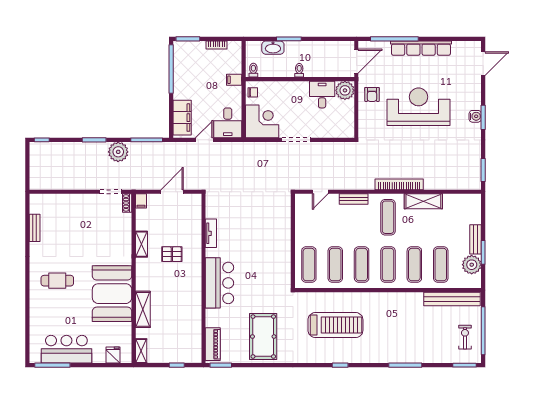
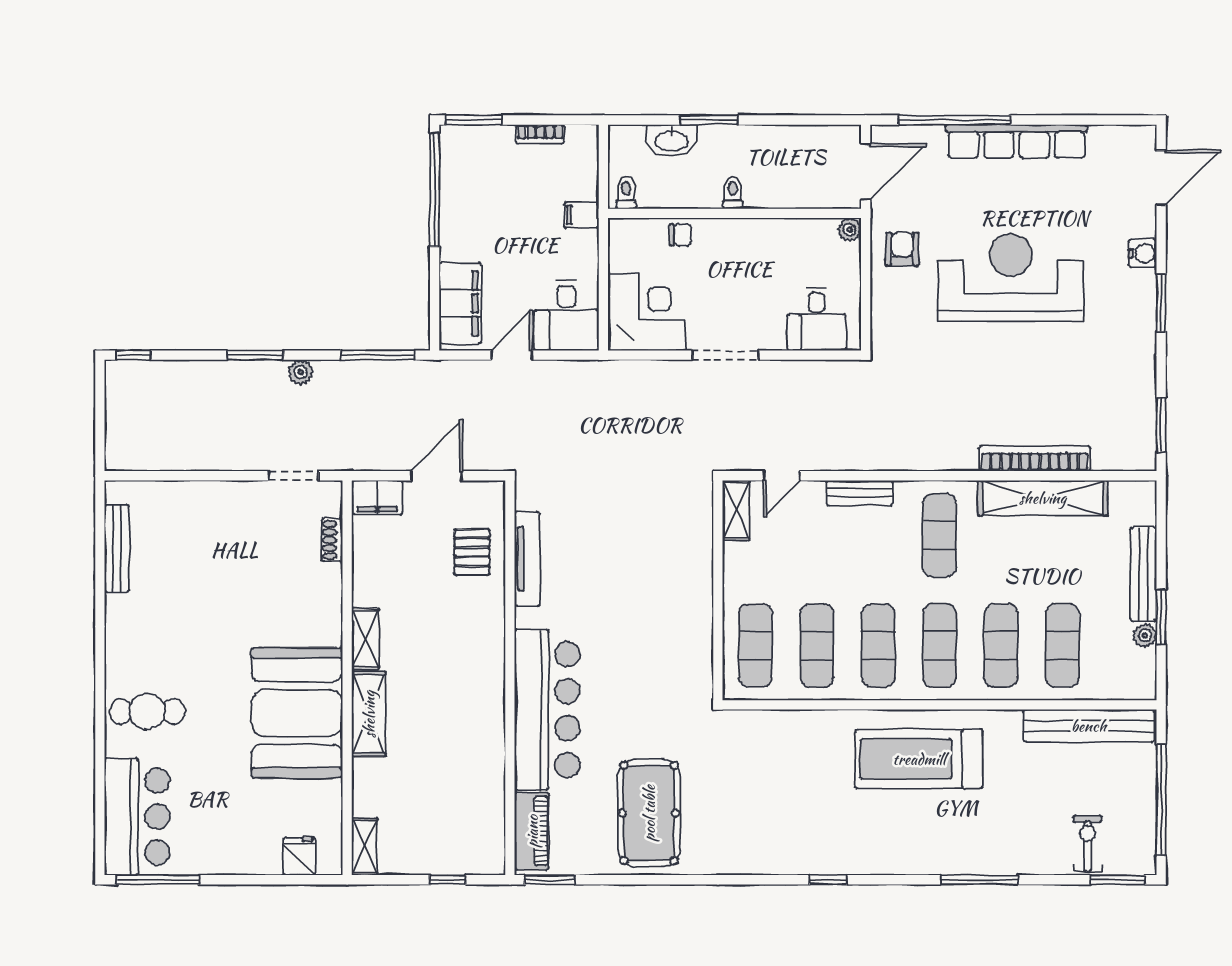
plant: (345, 90) -> (850, 230), width x0.53, depth x0.53
chair: (253, 92) -> (680, 235), moved
armchair: (372, 94) -> (902, 249), turned 180
desk: (322, 95) -> (817, 319), moved, turned 180
water cooler: (475, 116) -> (1143, 253), moved
plant: (118, 152) -> (301, 372), width x0.53, depth x0.53
bookcase: (399, 184) -> (1035, 459), moved
filing cabinet: (141, 201) -> (377, 497), width x2.00
shelving: (423, 201) -> (1043, 498), width x1.47
shoe rack: (127, 203) -> (332, 540), moved
shelving: (301, 206) -> (736, 510), added
bench: (35, 228) -> (117, 548), width x1.36
tv unit: (211, 233) -> (527, 559), width x1.41
bench: (476, 239) -> (1143, 574), width x1.36
shelving: (141, 244) -> (365, 639), moved
pallet: (172, 254) -> (472, 552), moved, turned 90
plant: (472, 265) -> (1145, 635), width x0.53, depth x0.53
cafe table: (57, 281) -> (147, 711), moved
bar counter: (219, 283) -> (547, 710), width x1.36
shelving: (143, 309) -> (369, 714), moved
treadmill: (335, 325) -> (919, 759), moved, turned 180
exercise bike: (465, 337) -> (1088, 844), moved
bar counter: (66, 349) -> (137, 817), moved, turned 90

